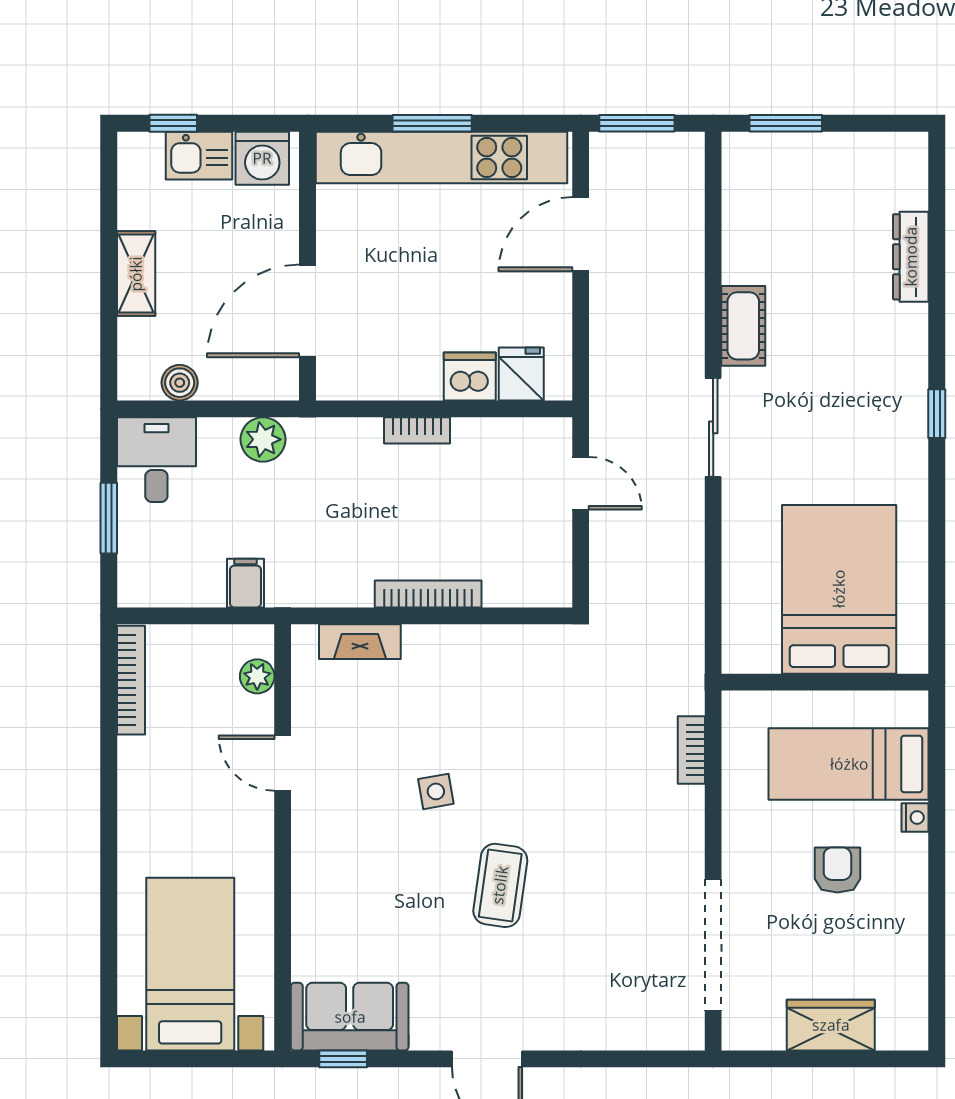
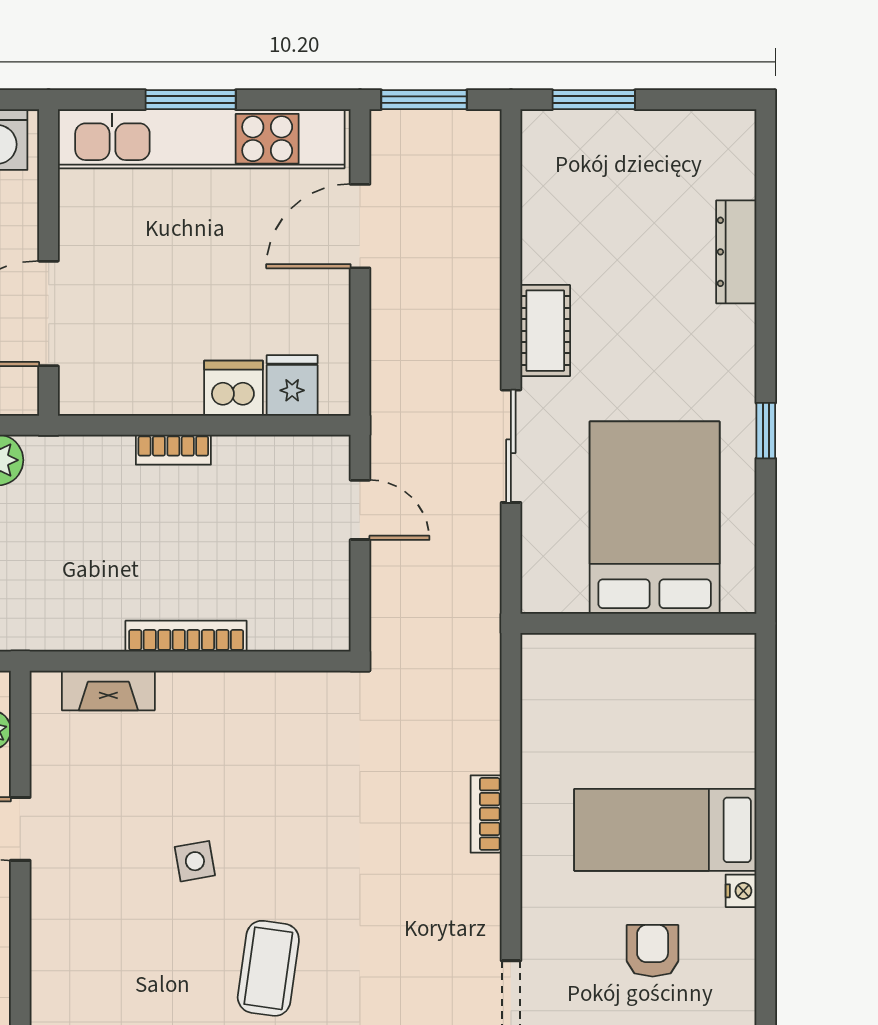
bed: (839, 589) -> (655, 518), moved
wall: (825, 682) -> (638, 623), moved

